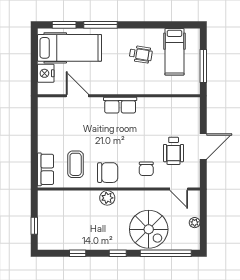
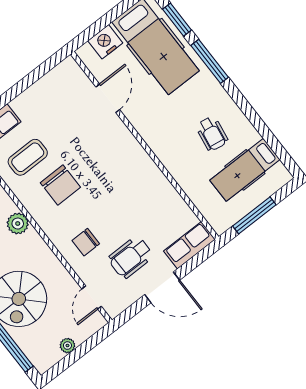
row of seats: (120, 105) -> (190, 245), moved, turned 90
chair: (108, 173) -> (60, 185), moved

